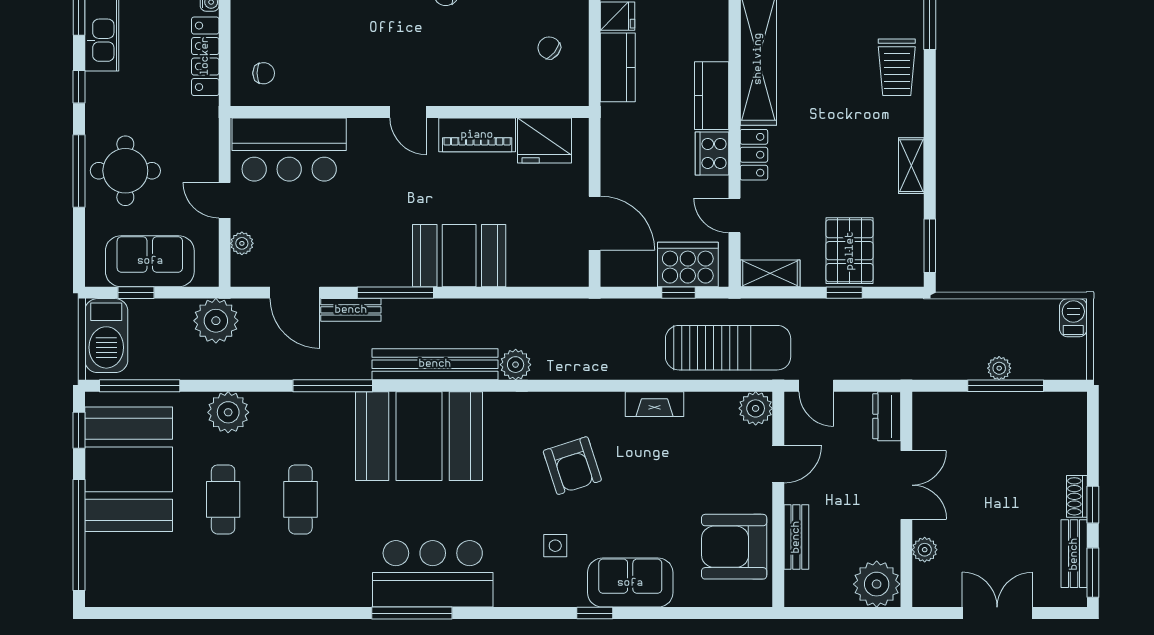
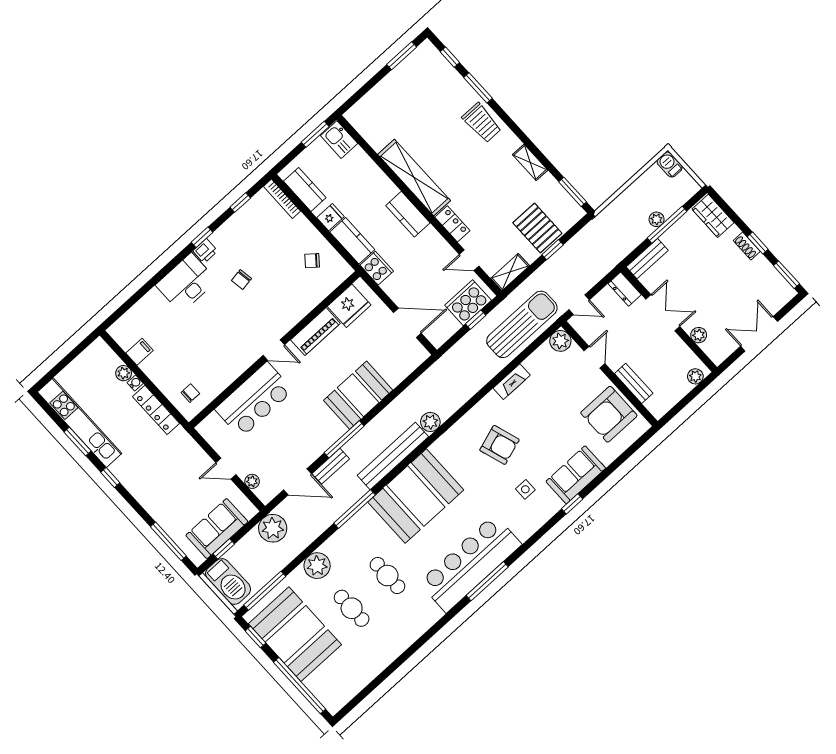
bar counter: (289, 149) -> (254, 400), moved
cooker: (712, 153) -> (377, 268), moved, turned 180
window: (79, 171) -> (168, 541), moved
round table: (125, 171) -> (167, 497), removed
wardrobe: (1069, 425) -> (713, 216), added
bench: (1074, 554) -> (647, 259), moved, turned 90
bar counter: (433, 574) -> (470, 563), width x1.36
plant: (877, 584) -> (695, 376), width x0.53, depth x0.53

